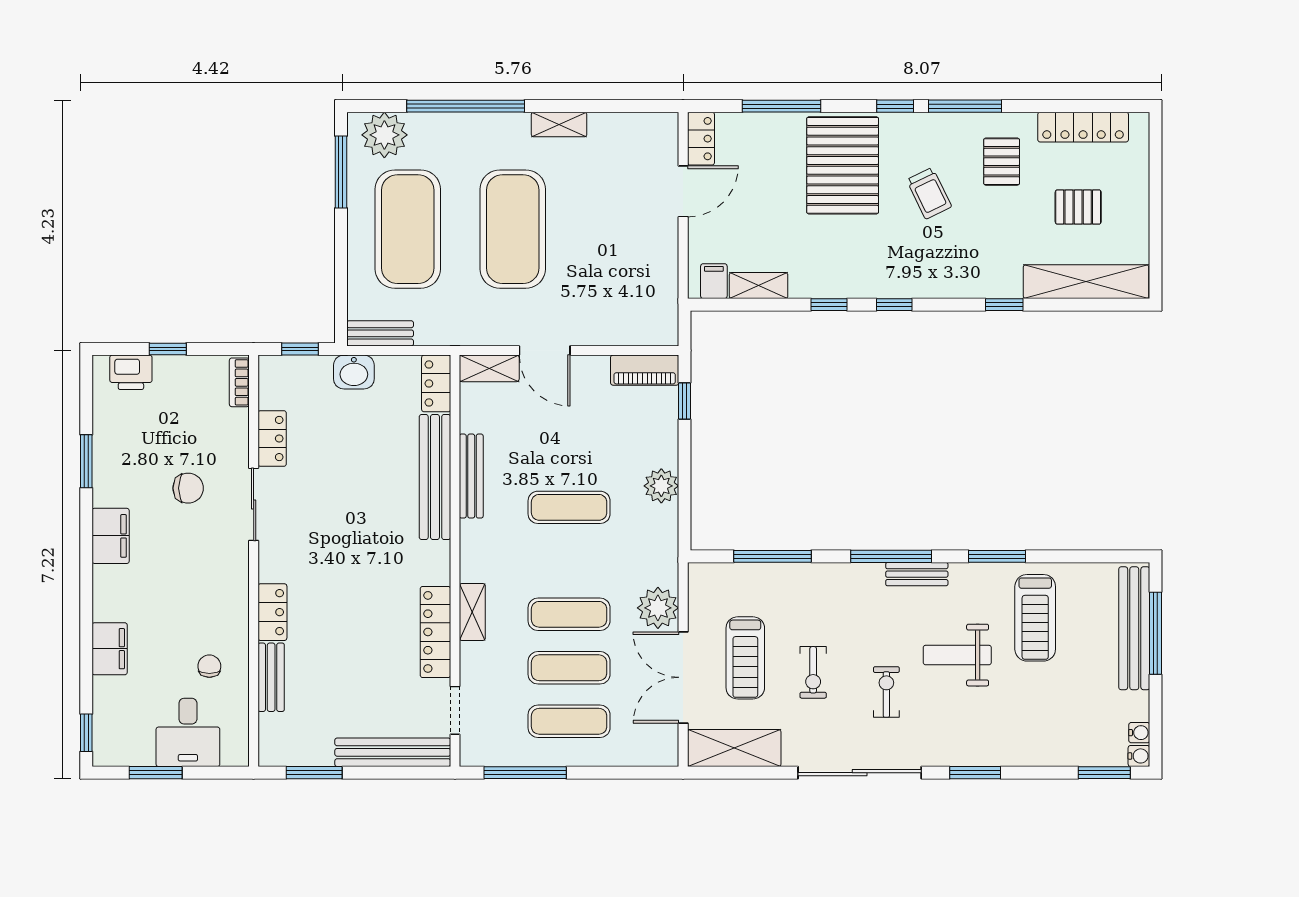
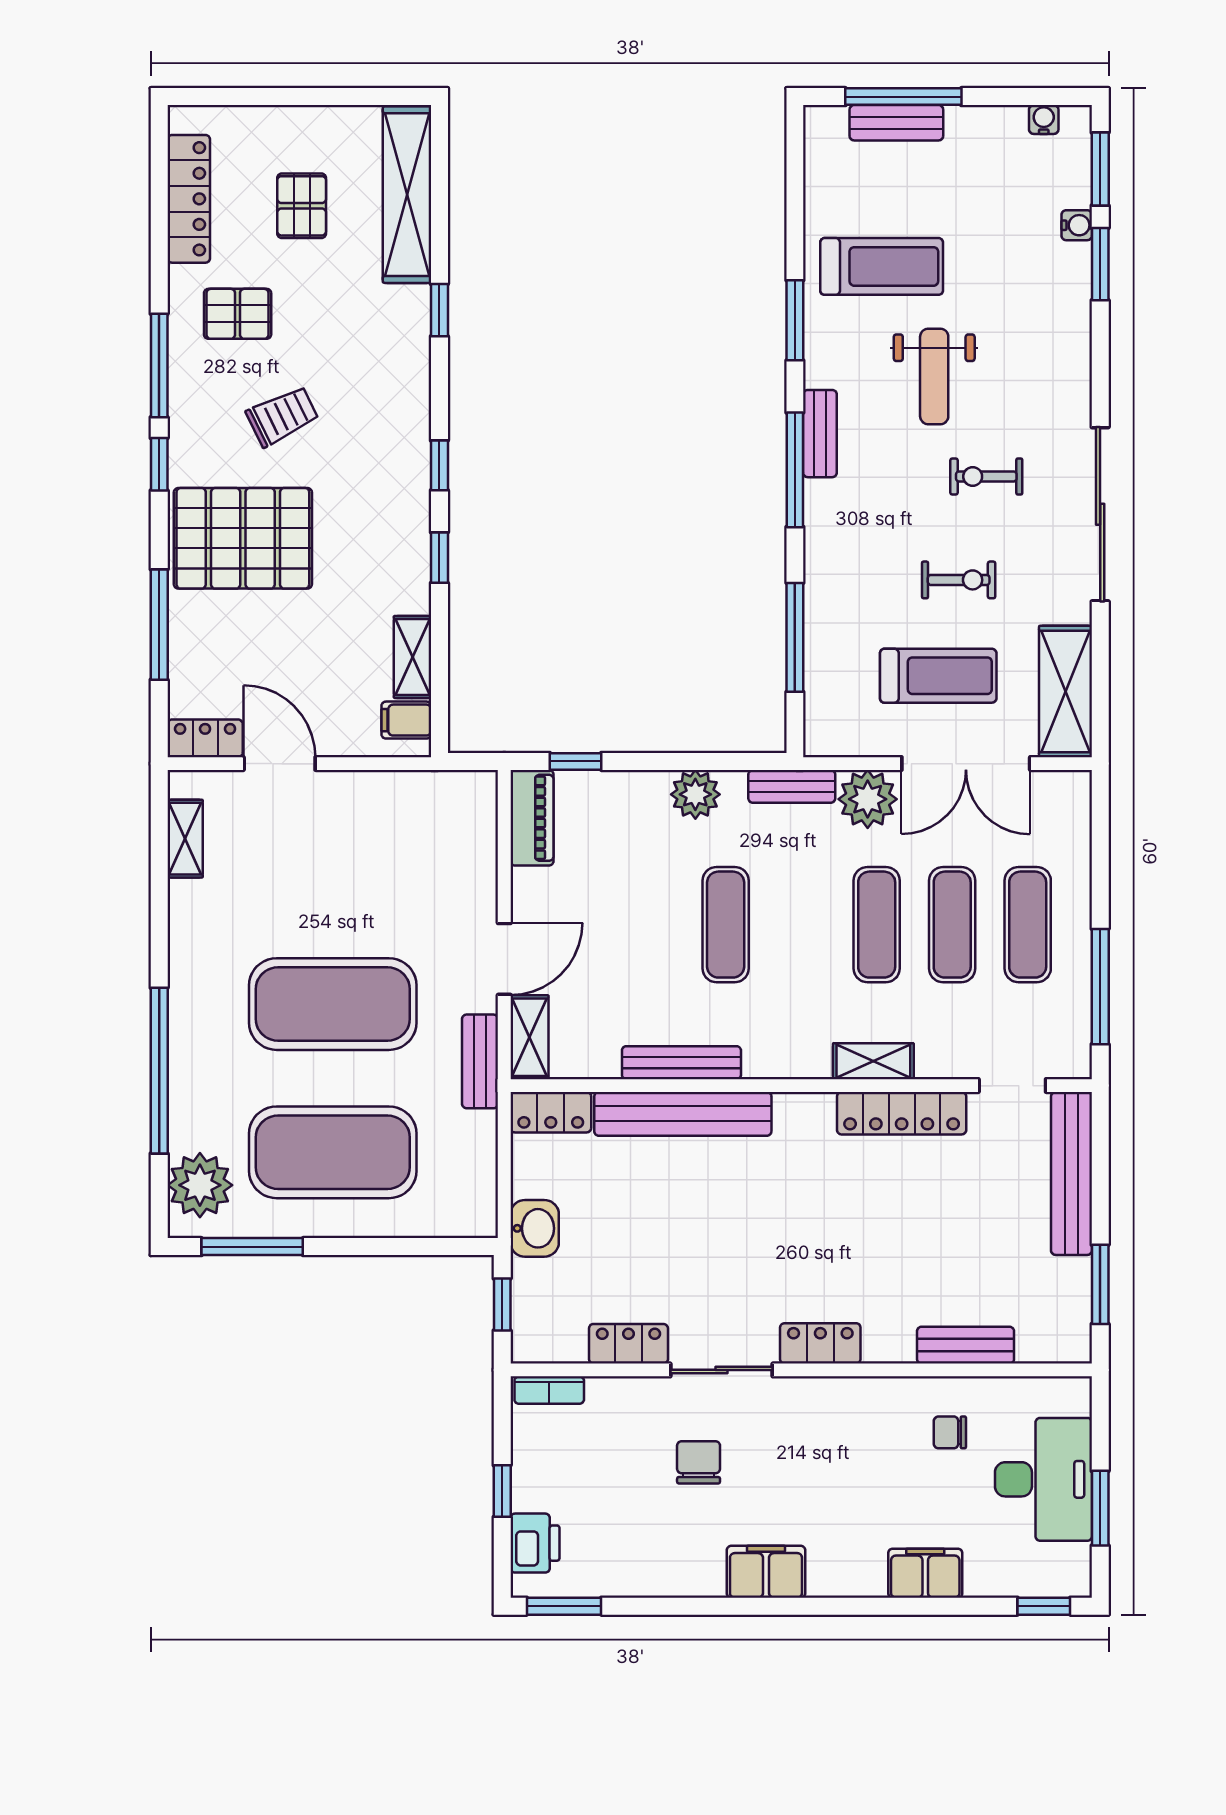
shelving: (559, 124) -> (185, 839), moved
bench: (380, 333) -> (480, 1061), moved
window: (86, 461) -> (564, 1606), moved
bench: (667, 554) -> (792, 786), added
locker: (272, 612) -> (820, 1343), moved
bench: (1134, 628) -> (896, 123), width x0.54, depth x0.82
desk: (188, 732) -> (1043, 1479), width x1.37
water cooler: (1139, 756) -> (1077, 225), moved, turned 90
window: (975, 773) -> (1100, 264), moved

